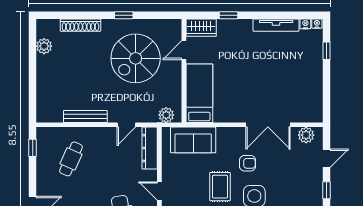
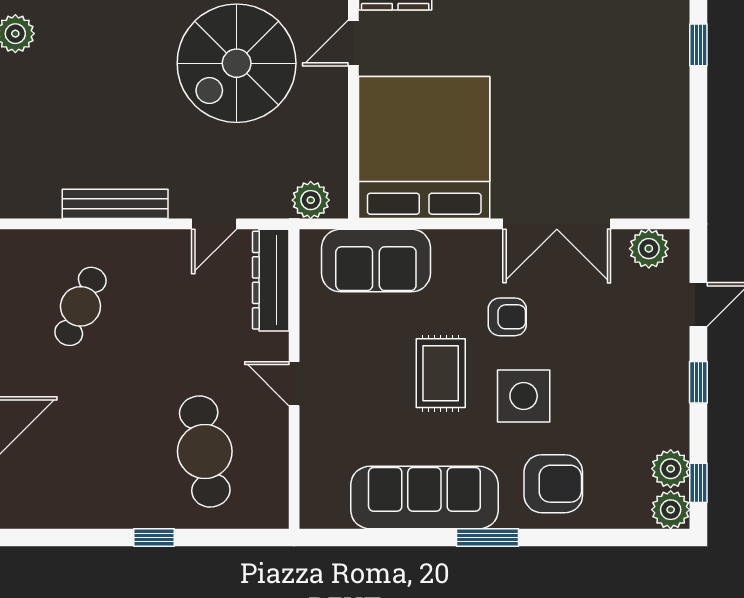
bed: (199, 93) -> (424, 147), width x2.04

